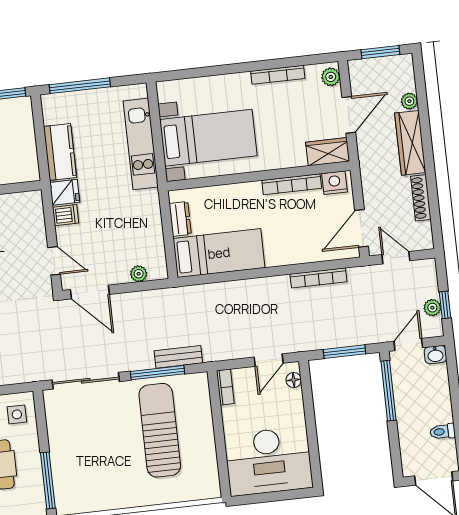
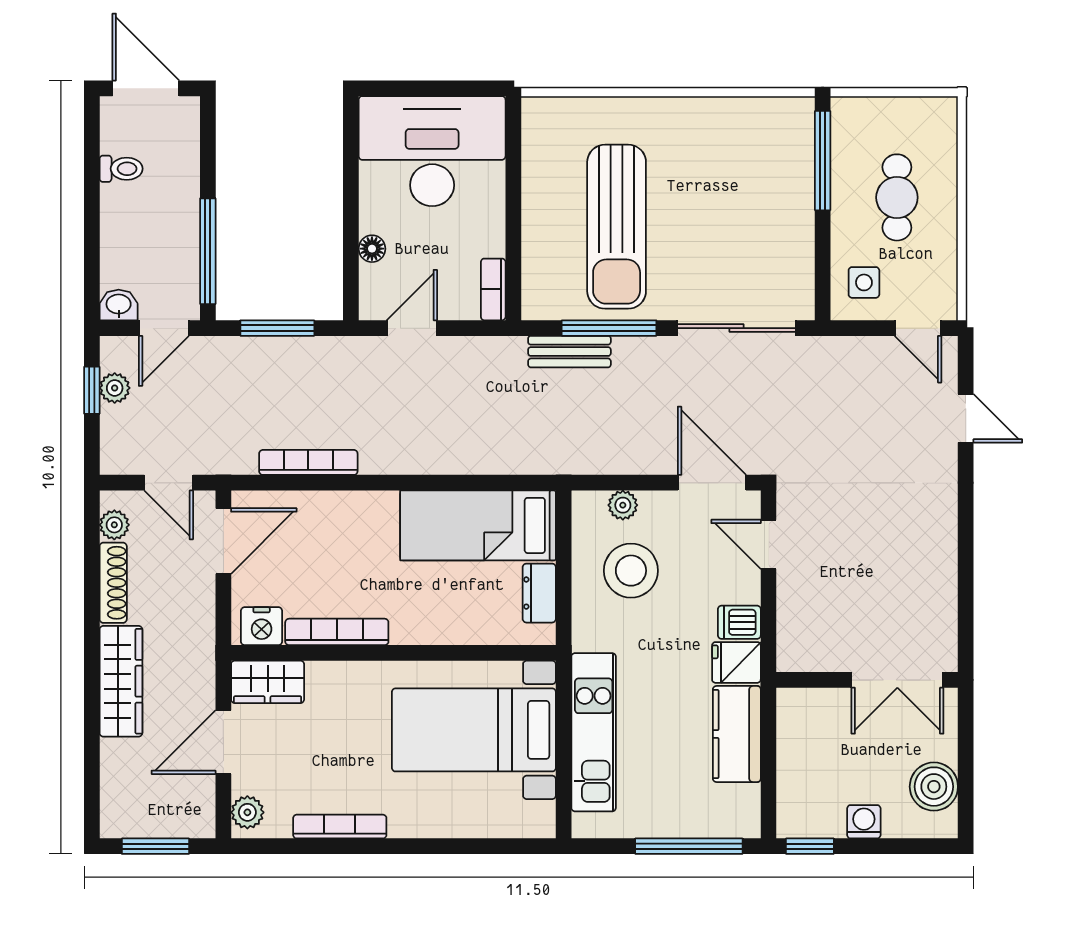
plant: (409, 101) -> (114, 525), moved
stool: (130, 237) -> (631, 571), added
floor lamp: (294, 380) -> (372, 249), moved

